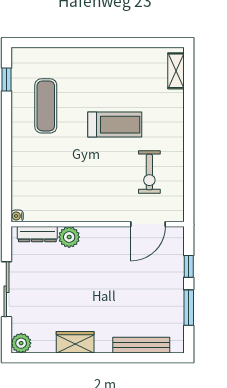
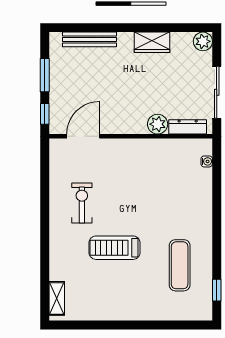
wall: (98, 224) -> (131, 136), moved
door: (148, 224) -> (83, 136), moved
dresser: (37, 234) -> (188, 127), moved
plant: (69, 237) -> (158, 124), moved

